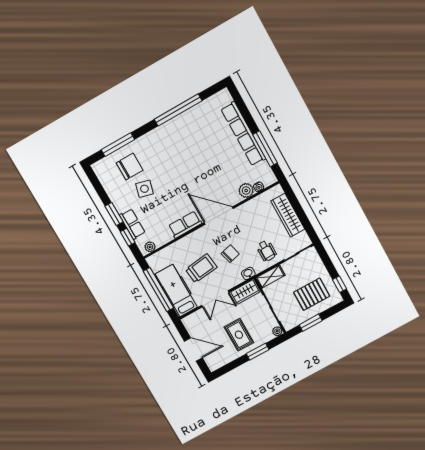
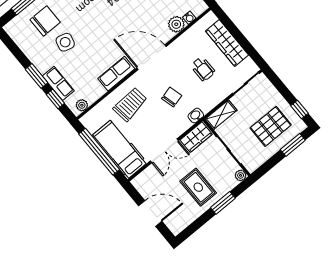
wheelchair: (267, 251) -> (203, 69), moved
trolley: (201, 268) -> (130, 104), moved
window: (311, 323) -> (293, 145), moved

